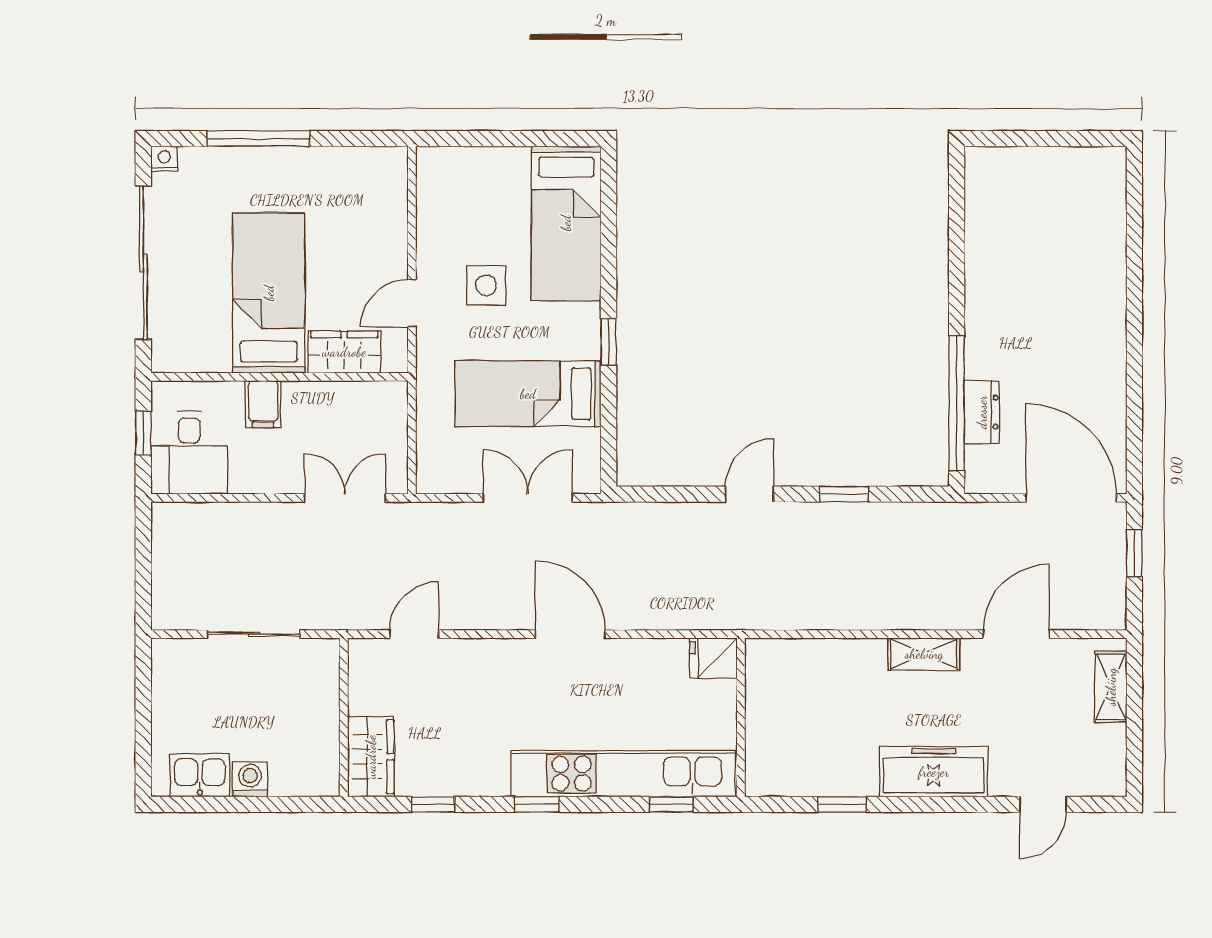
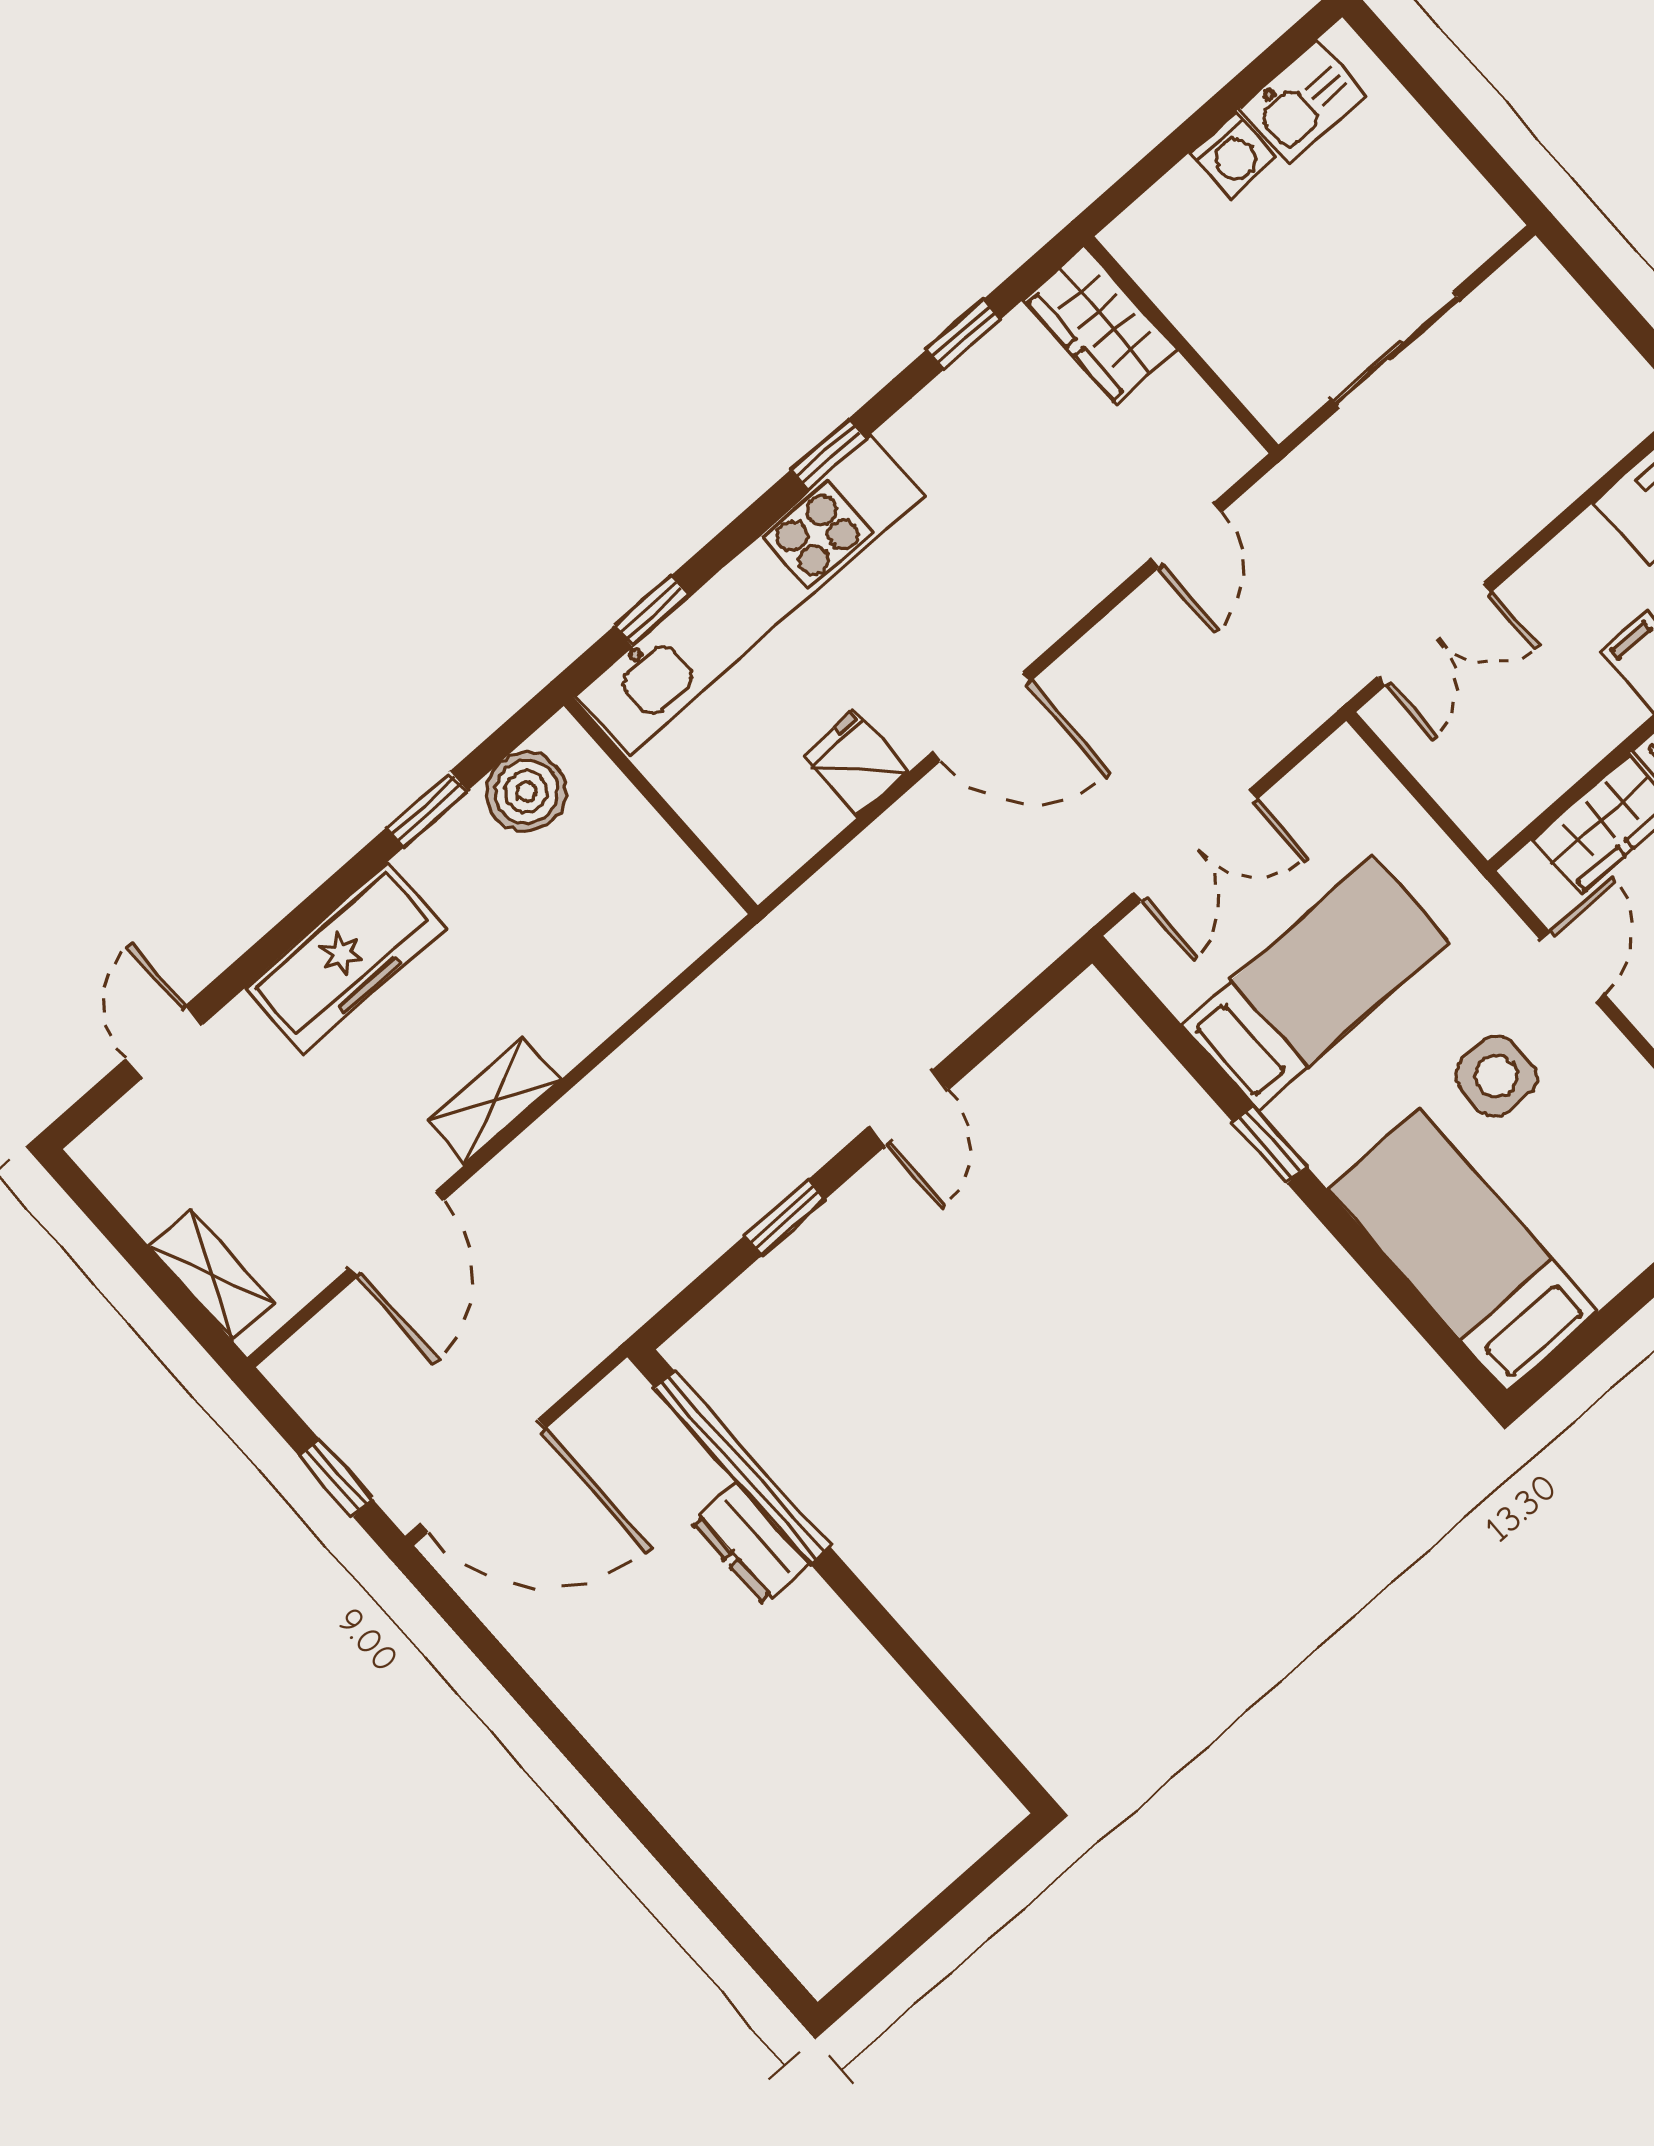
dresser: (982, 412) -> (750, 1543), moved
fridge: (713, 658) -> (855, 763), moved, turned -90
boiler: (793, 774) -> (526, 792), added

